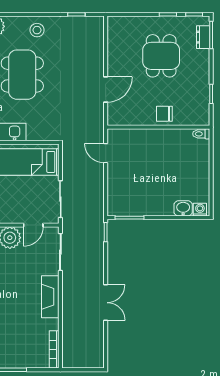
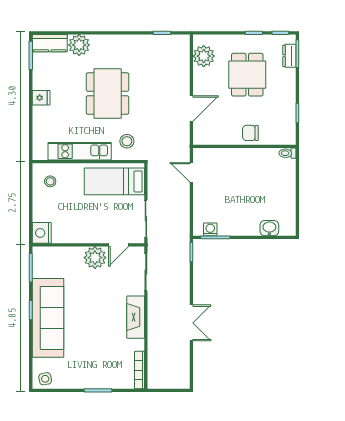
stool: (37, 30) -> (127, 141), moved
plant: (118, 37) -> (204, 56), added
washing machine: (200, 210) -> (210, 229), moved

